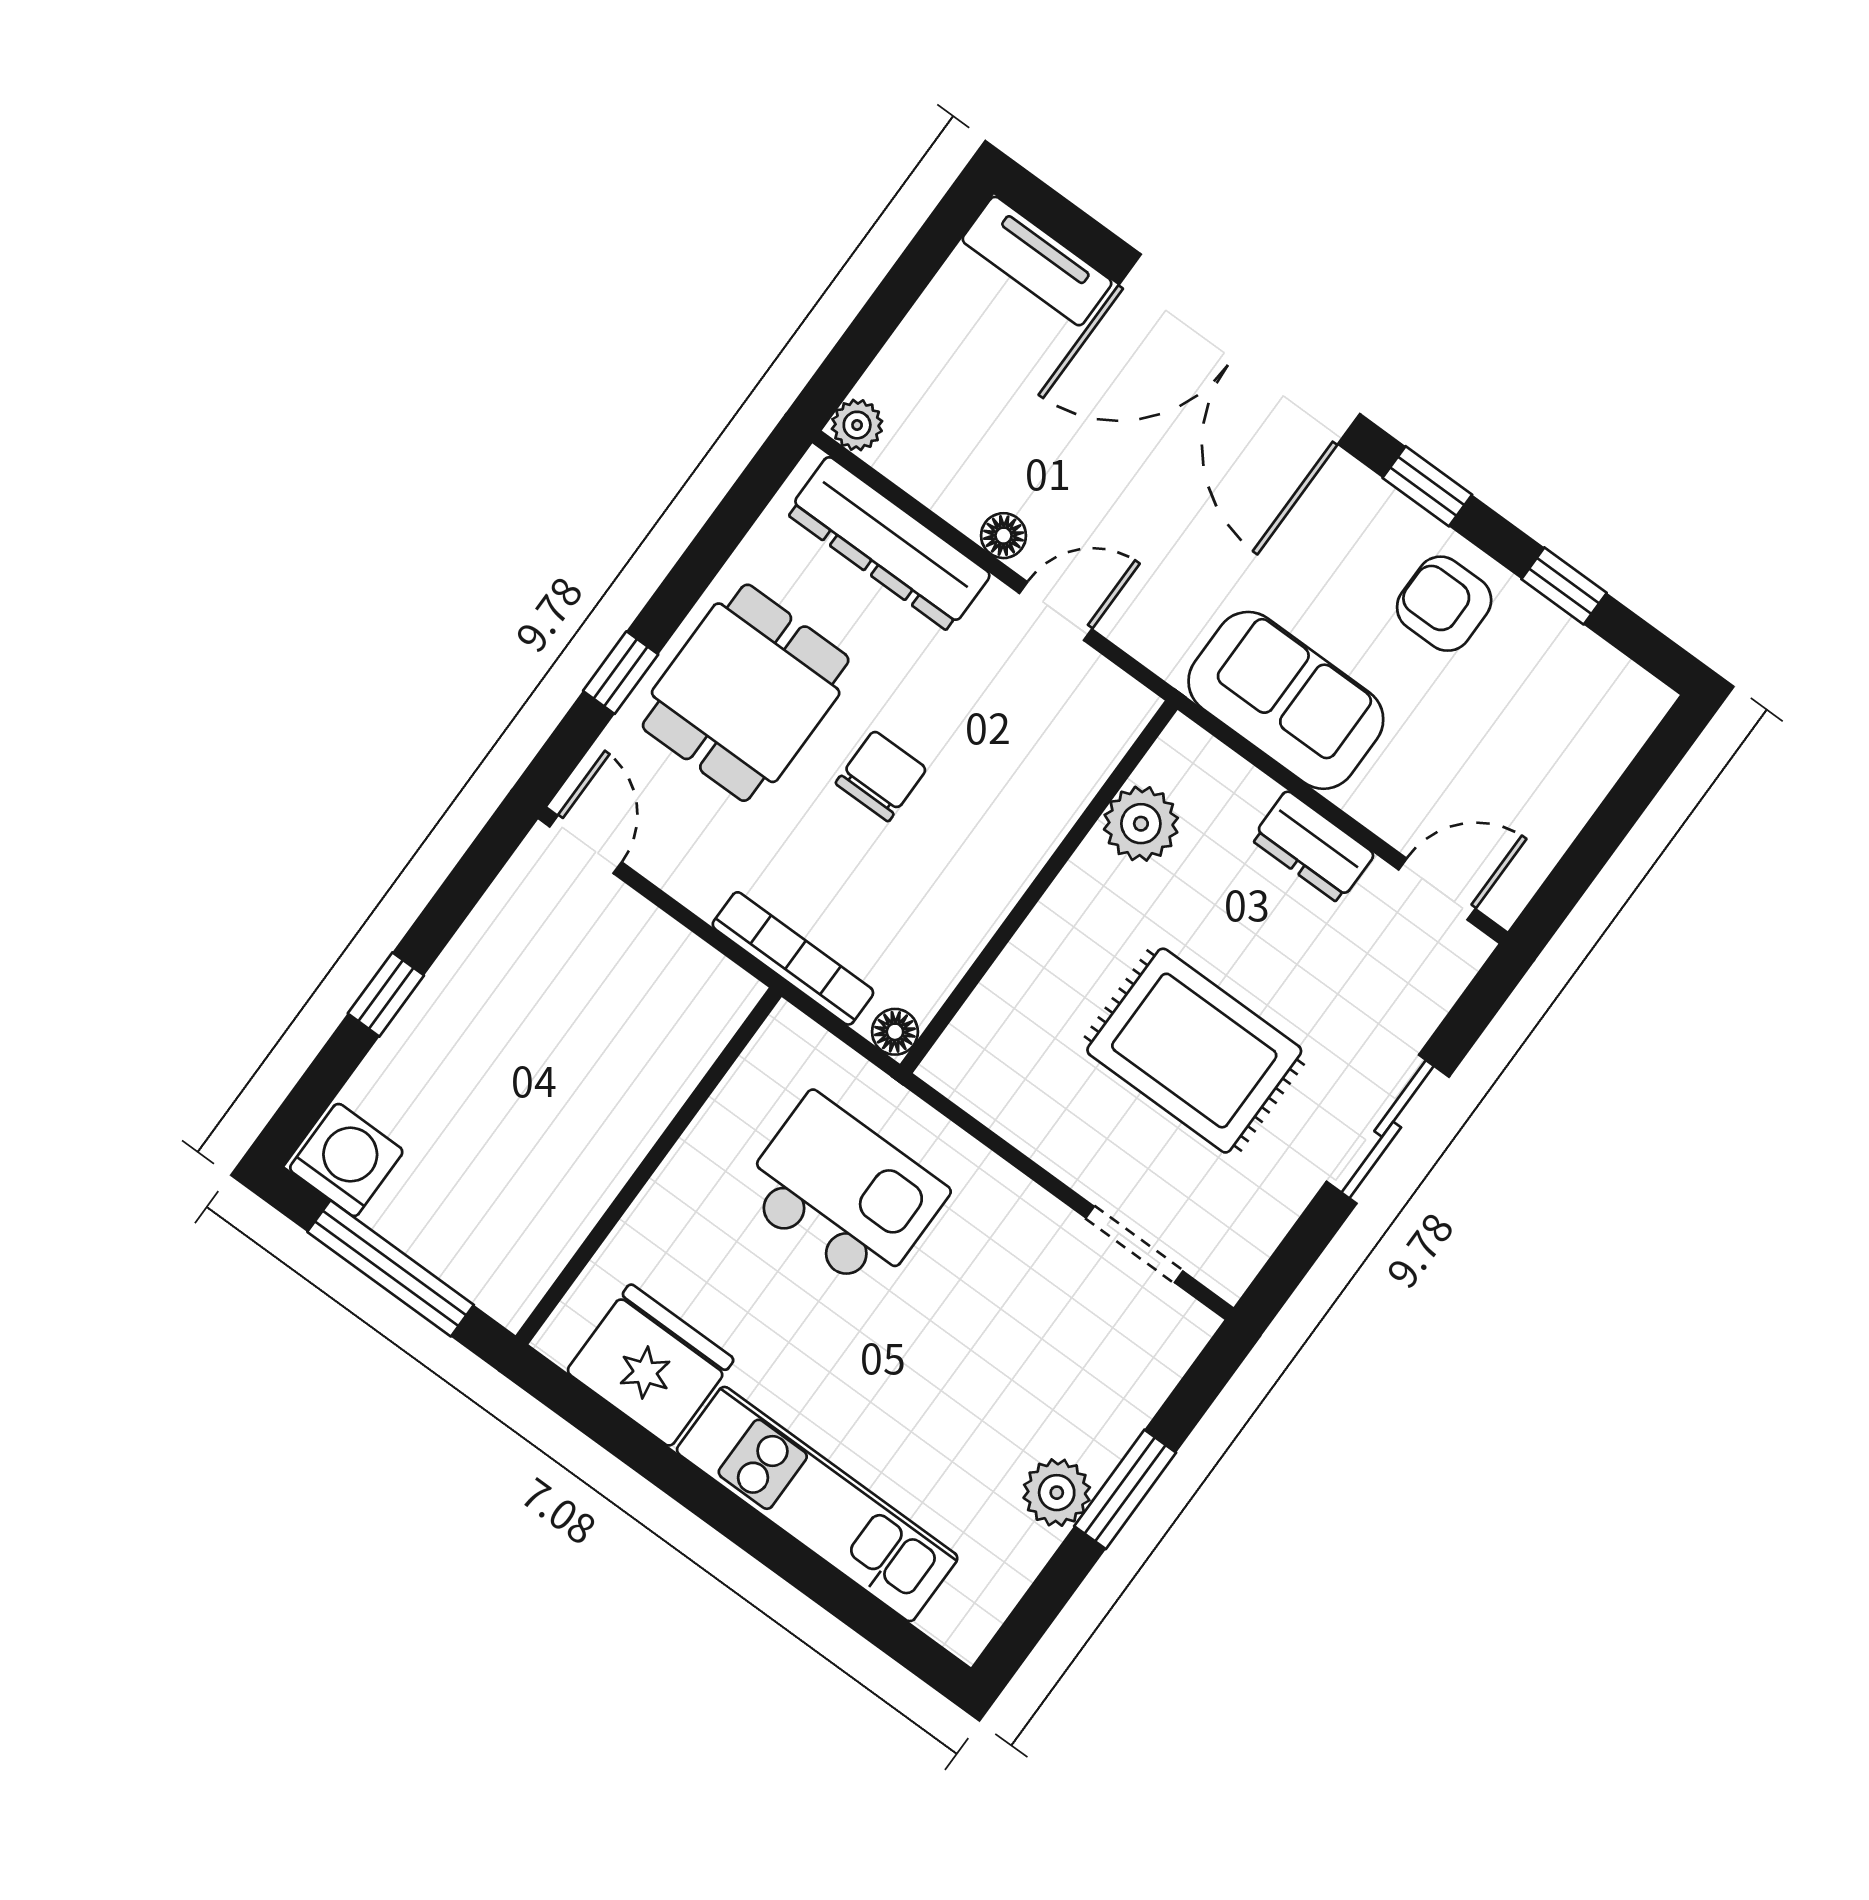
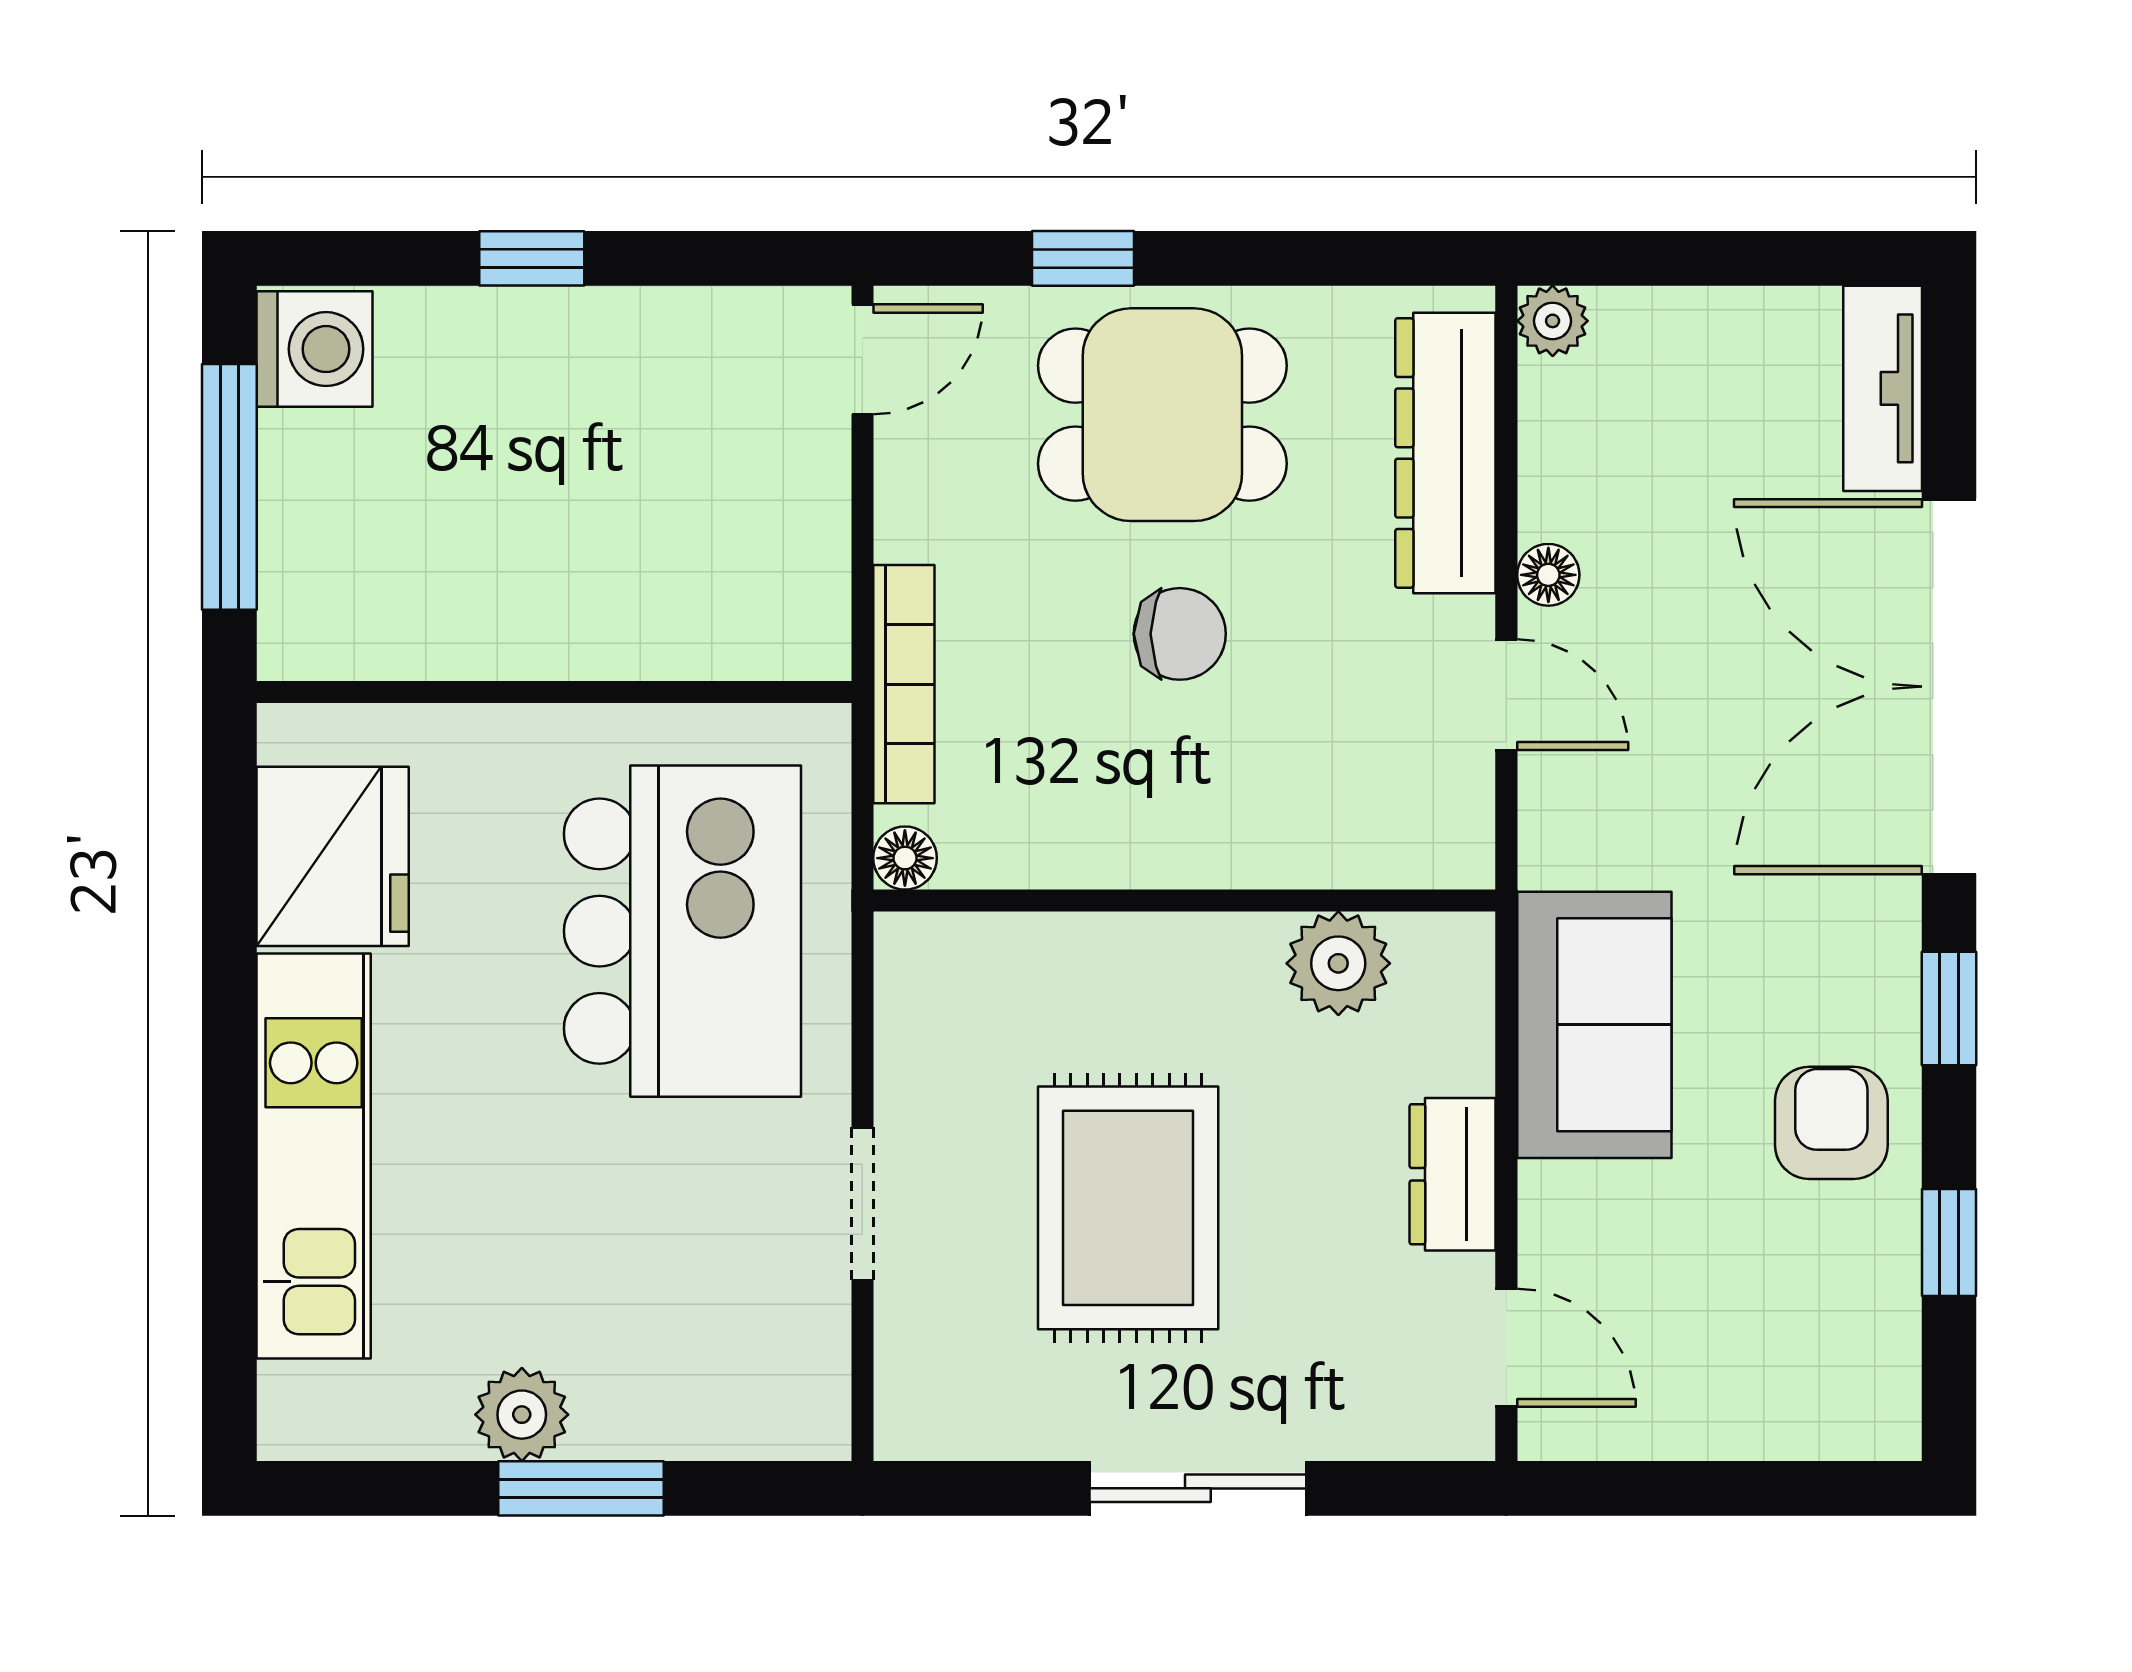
kitchen island: (843, 1193) -> (682, 931), width x1.37, depth x1.28
doorway: (1134, 1245) -> (862, 1204), moved

